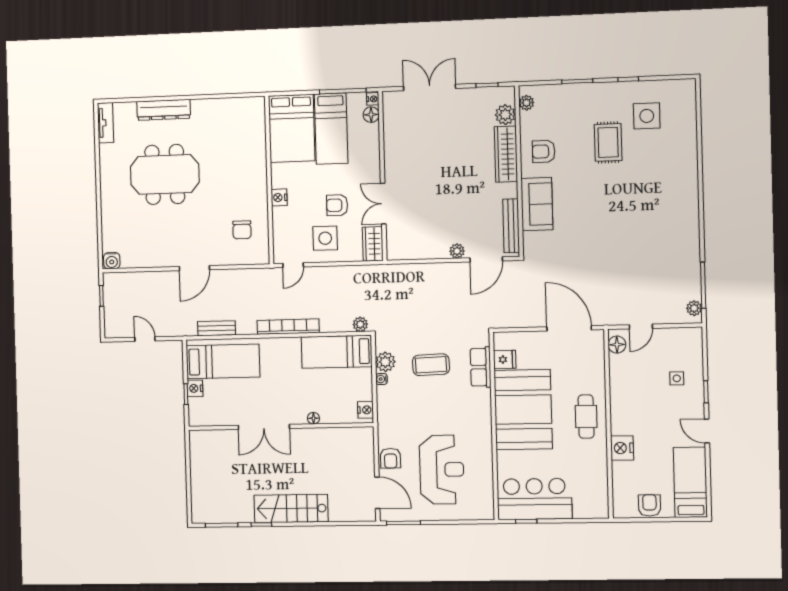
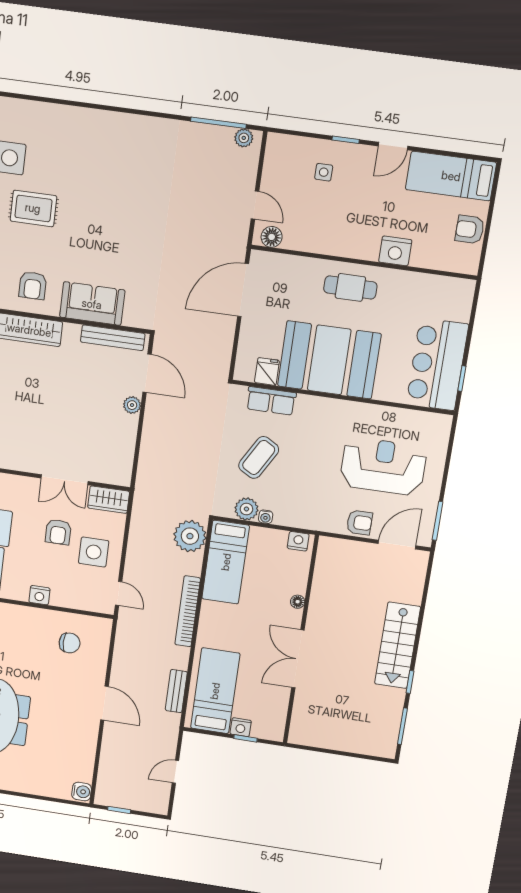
plant: (360, 324) -> (190, 536), width x1.87, depth x1.87
coffee table: (431, 365) -> (259, 457), turned 32
double door: (264, 427) -> (298, 659), swing flipped

